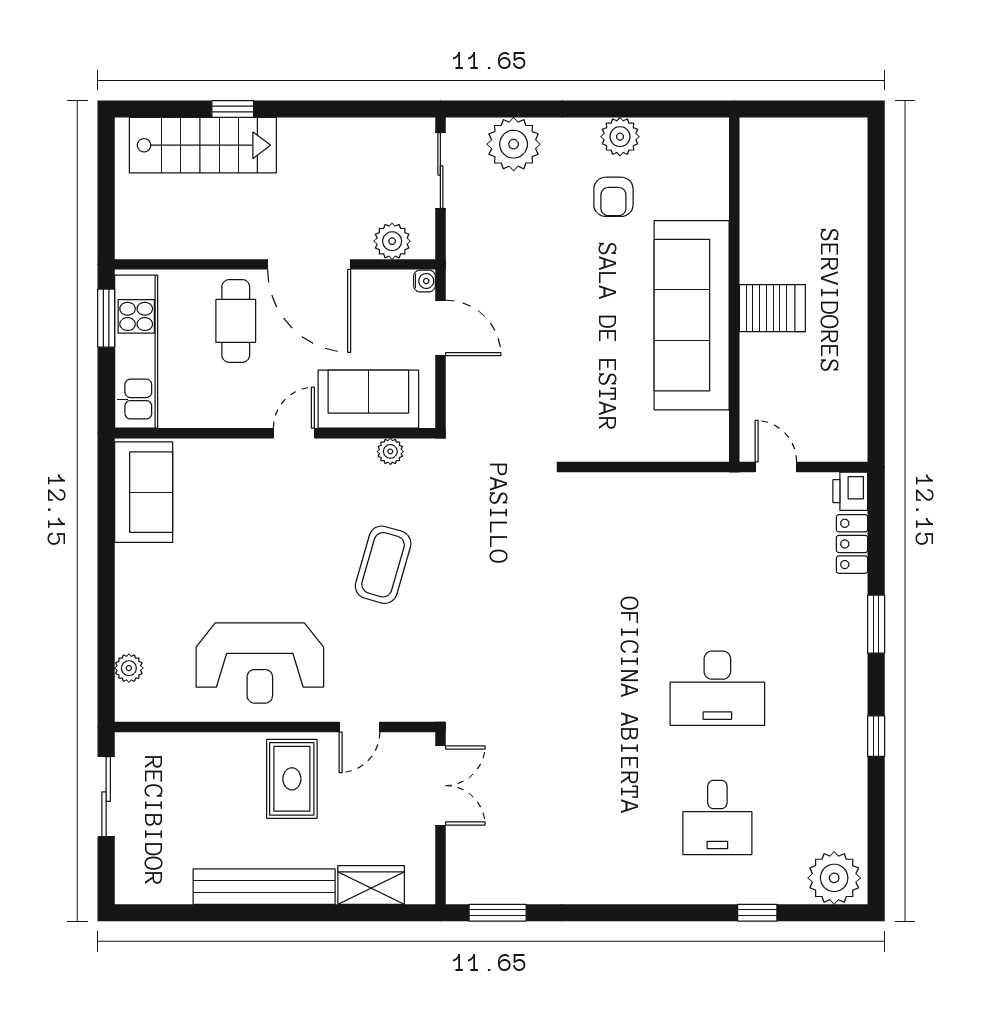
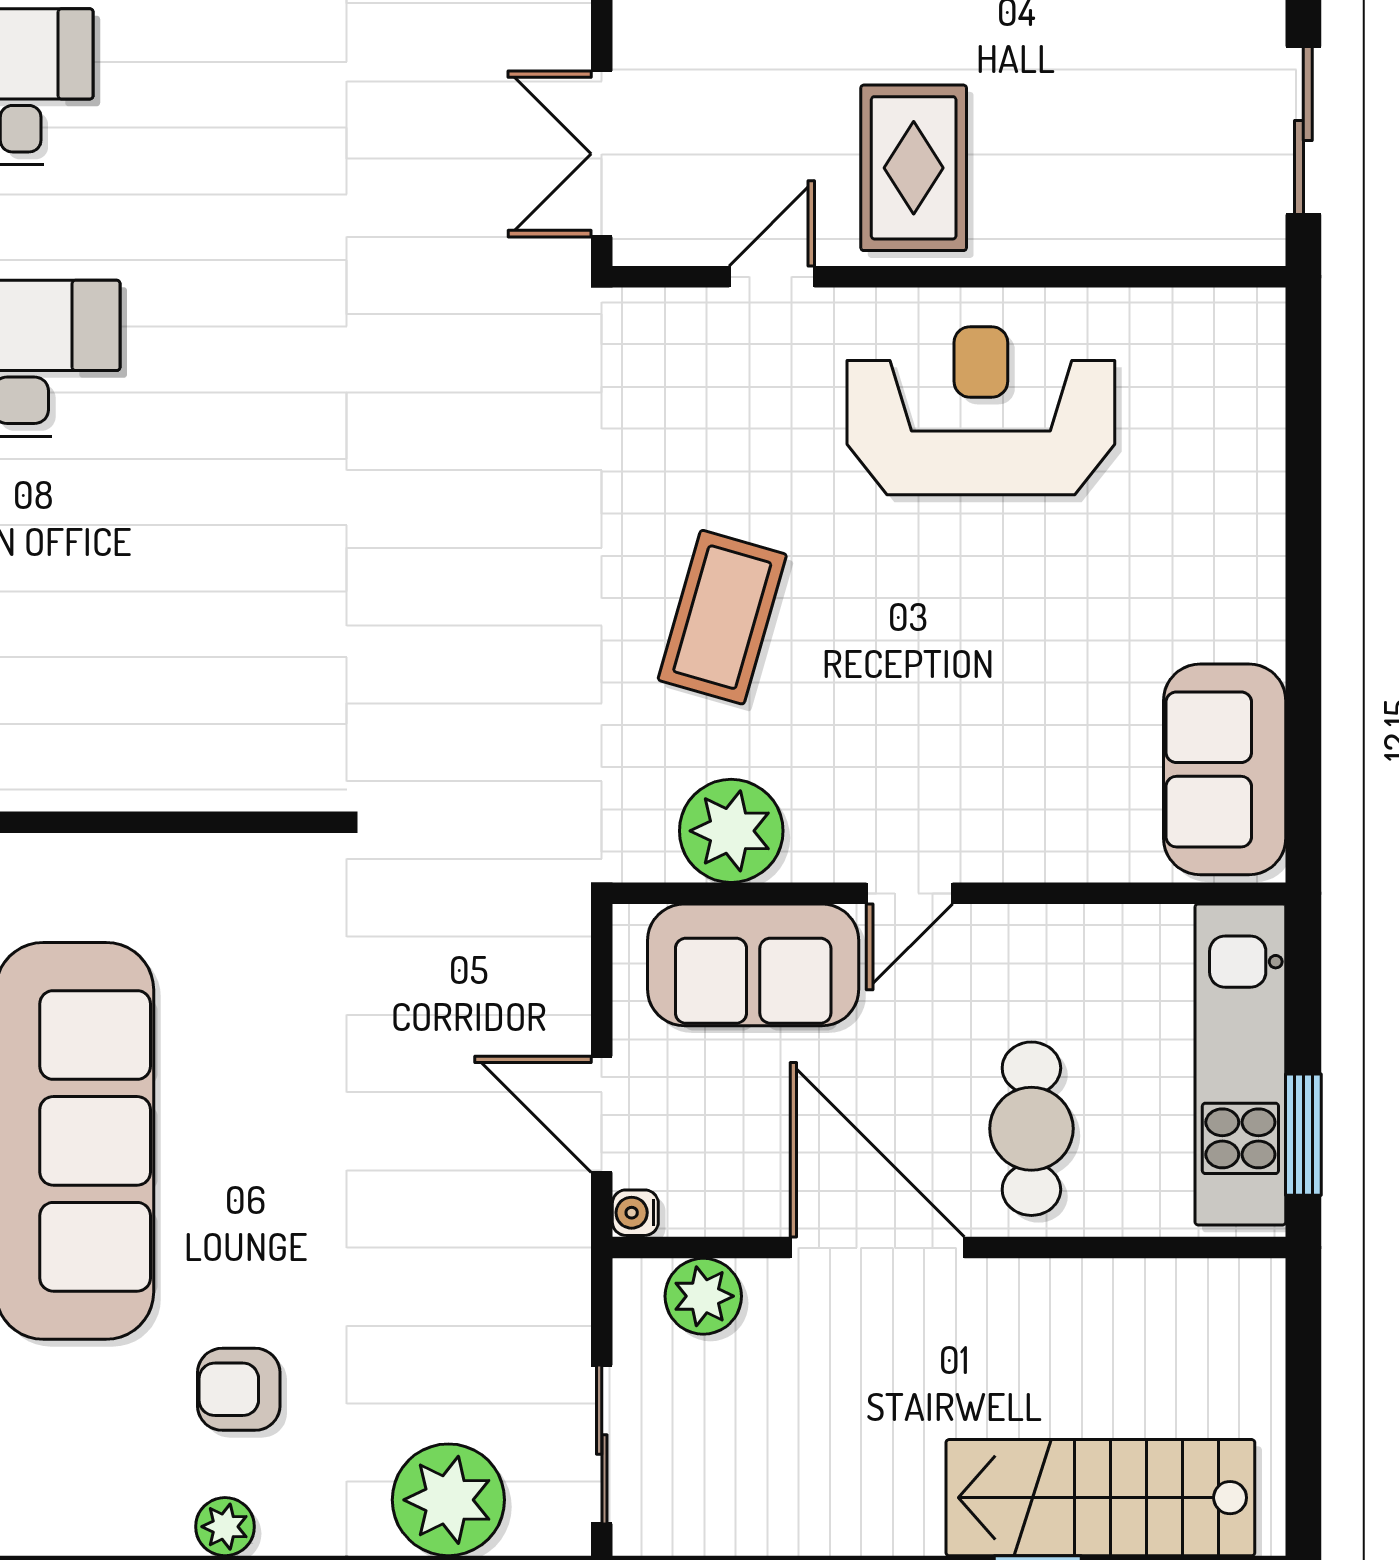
plant: (620, 137) -> (225, 1527), width x0.73, depth x0.73
armchair: (613, 197) -> (239, 1389), turned -90
plant: (390, 451) -> (731, 831), width x1.88, depth x1.88
plant: (129, 668) -> (1256, 400), removed

